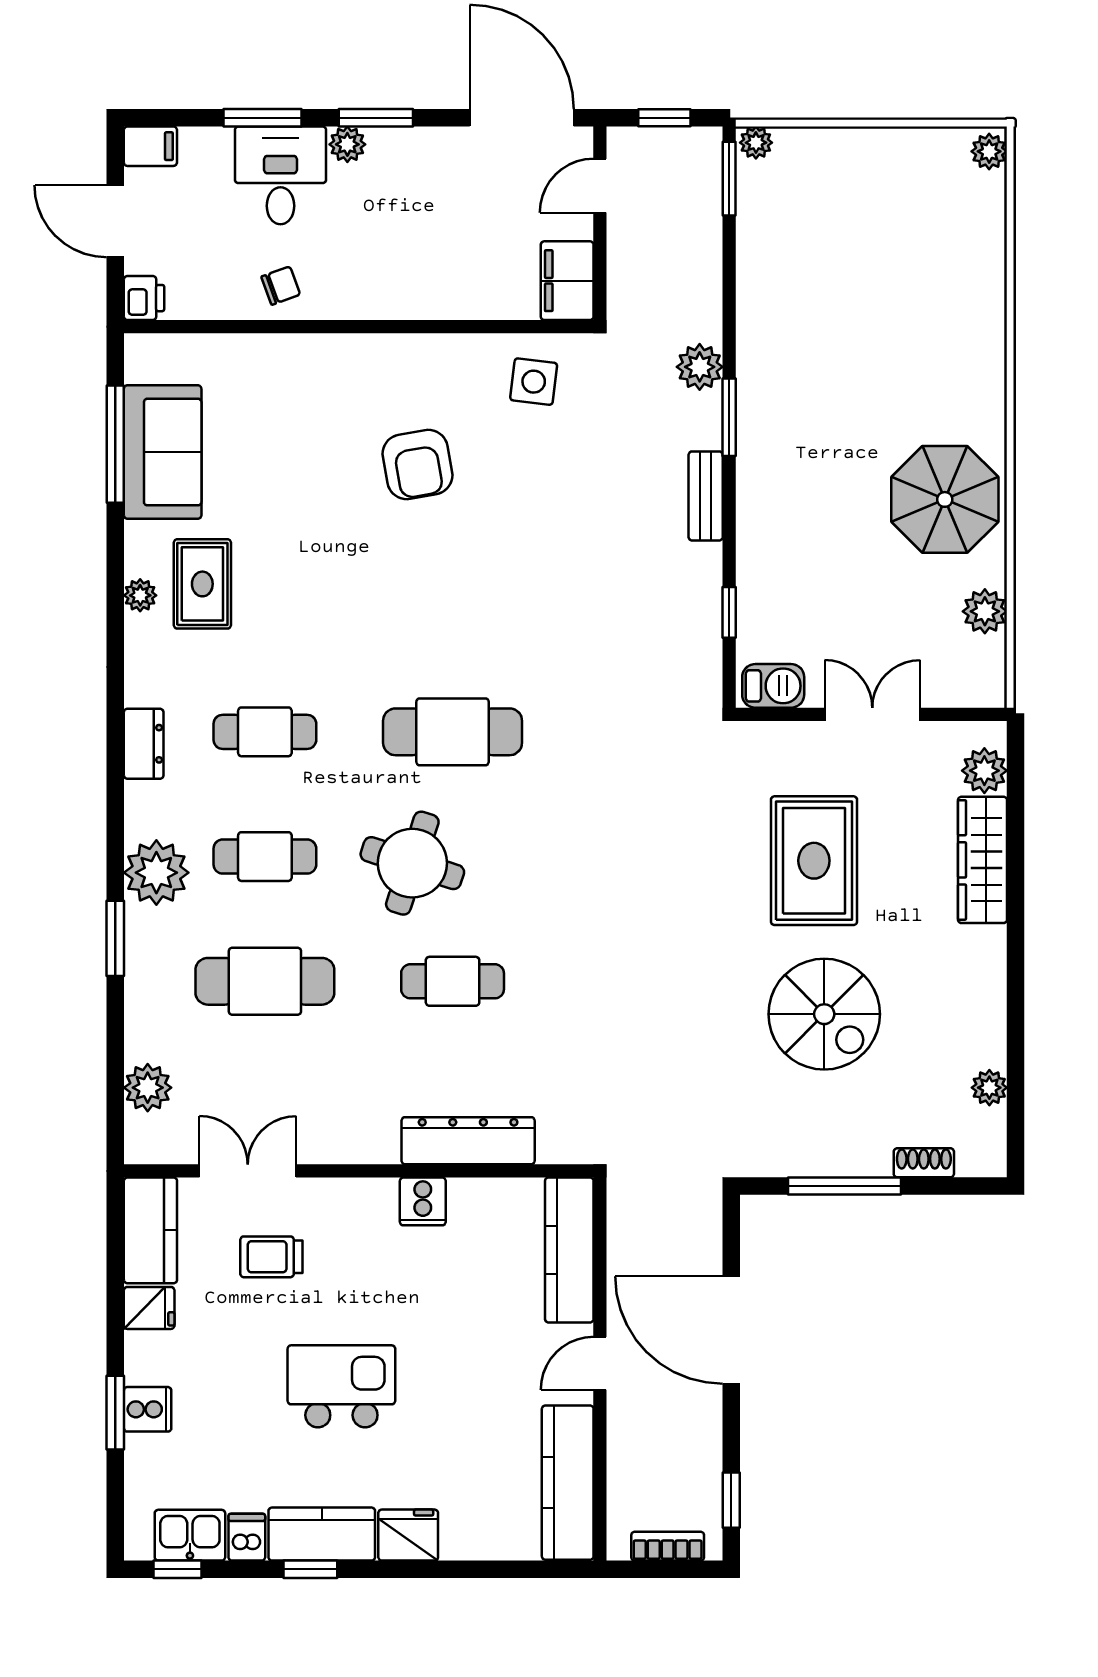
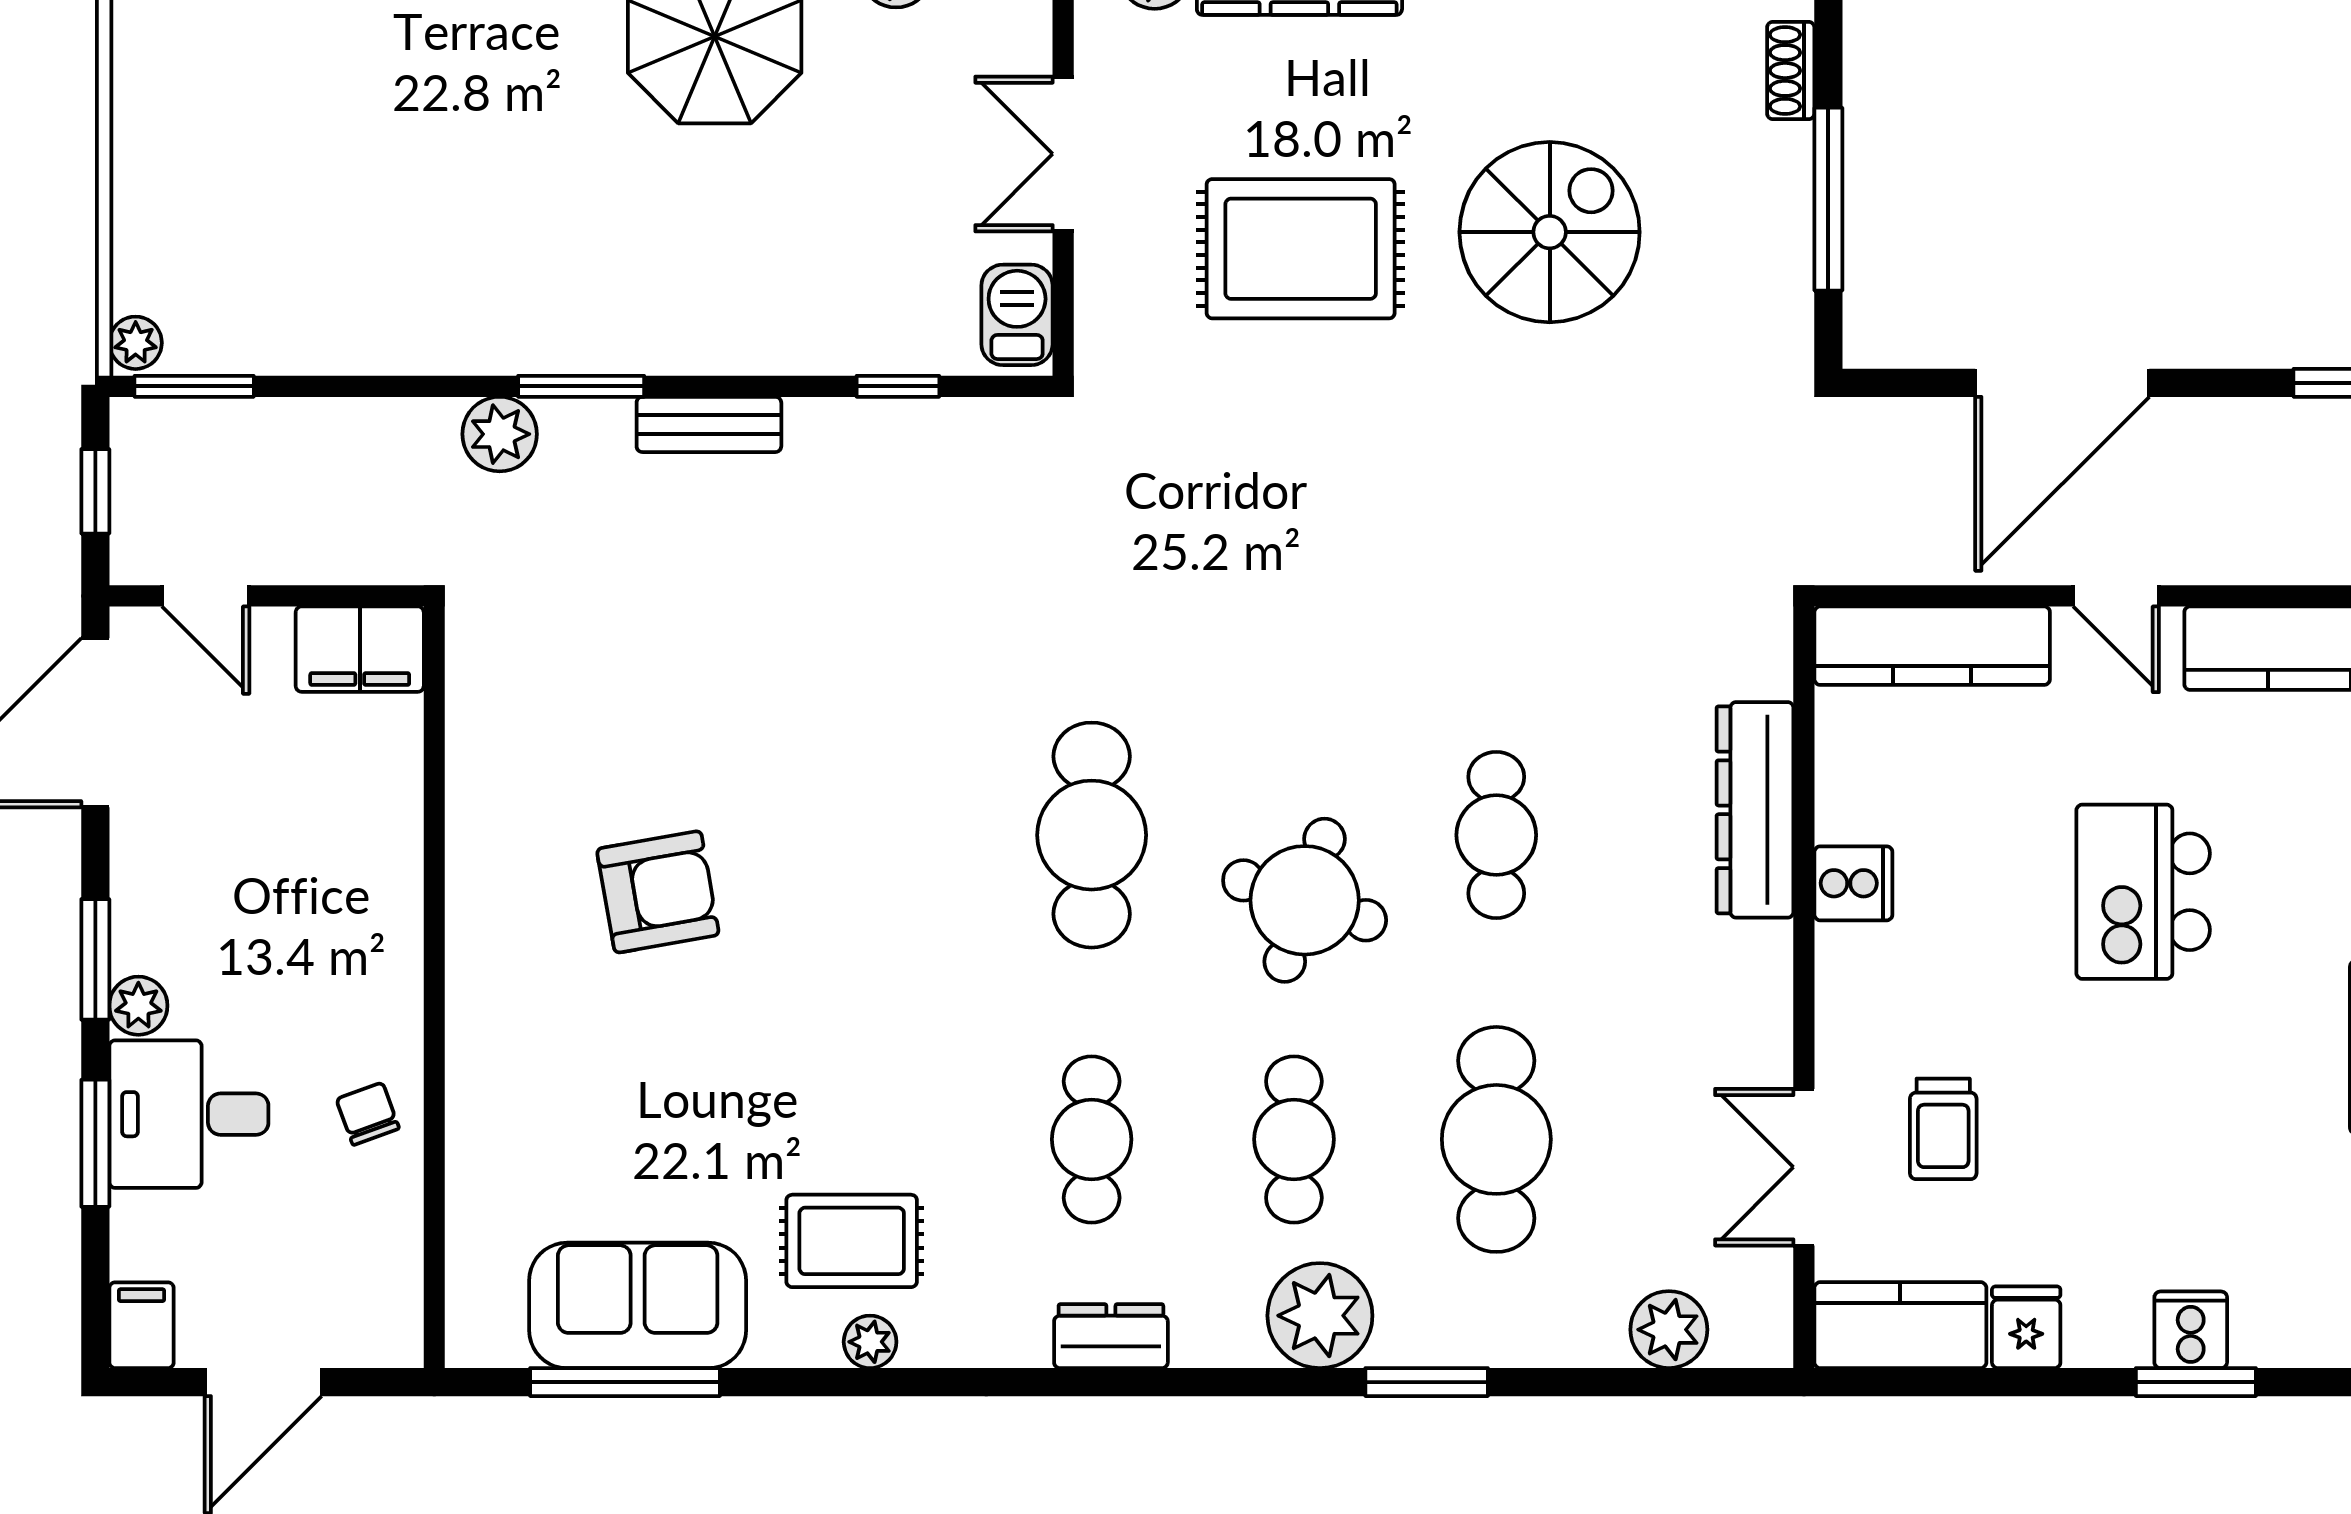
printer: (144, 298) -> (388, 1335), removed
side table: (534, 382) -> (523, 703), removed
kitchen island: (341, 1386) -> (2143, 892), moved

